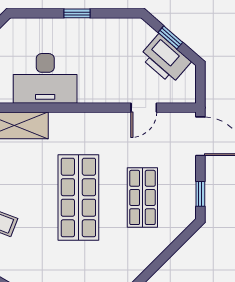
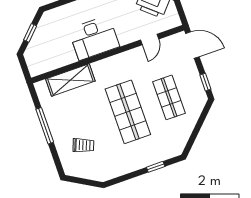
desk: (45, 78) -> (94, 38), moved

